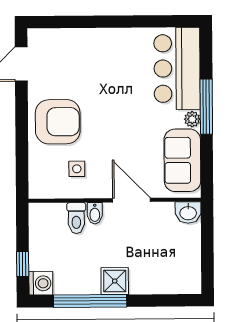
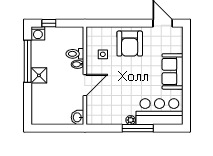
sofa: (182, 160) -> (173, 71), moved, turned -90

